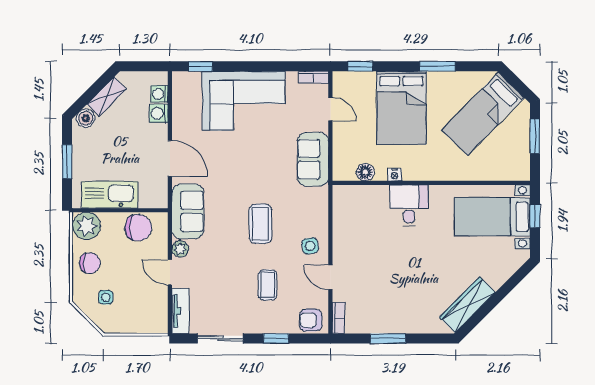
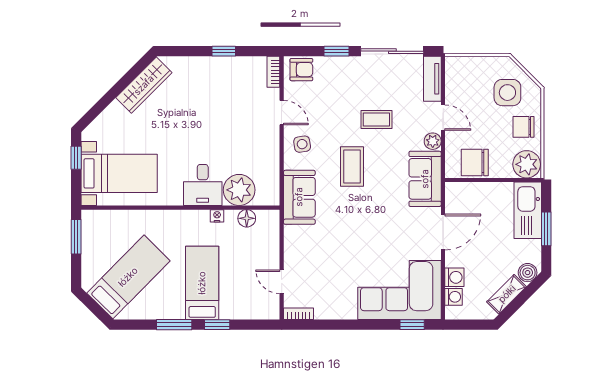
window: (360, 66) -> (217, 325), moved
corner sofa: (243, 101) -> (399, 290), moved
bed: (401, 108) -> (202, 283), width x0.67
window: (535, 136) -> (76, 237), moved
door: (170, 159) -> (443, 232), swing flipped
sofa: (313, 159) -> (299, 197), moved
kitchen sink: (110, 195) -> (528, 210), moved, turned 90
plant: (373, 200) -> (239, 190), added
window: (535, 216) -> (76, 158), moved
coffee table: (268, 285) -> (376, 120), moved, turned 90
side table: (106, 297) -> (507, 93), width x1.87, depth x1.87
sliding door: (220, 338) -> (392, 51), width x1.37
window: (388, 338) -> (224, 51), width x0.67

